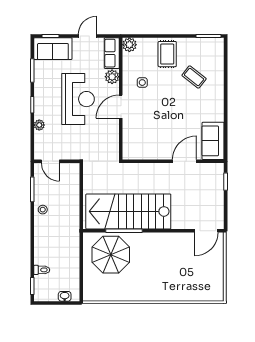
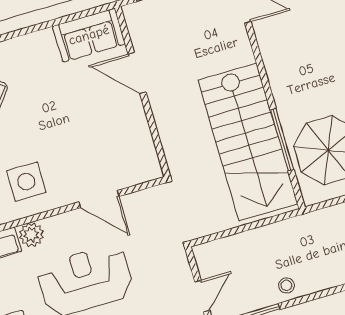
side table: (142, 83) -> (26, 182), width x1.87, depth x1.87
door: (121, 107) -> (99, 199), moved

